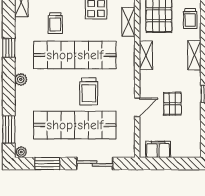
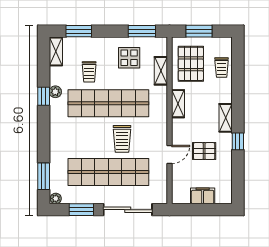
shelving: (194, 55) -> (226, 118), moved
plant: (21, 79) -> (55, 92), moved
pallet: (172, 104) -> (204, 151), turned 90
filing cabinet: (158, 149) -> (203, 196), moved
sliding door: (95, 163) -> (128, 210), width x1.37

